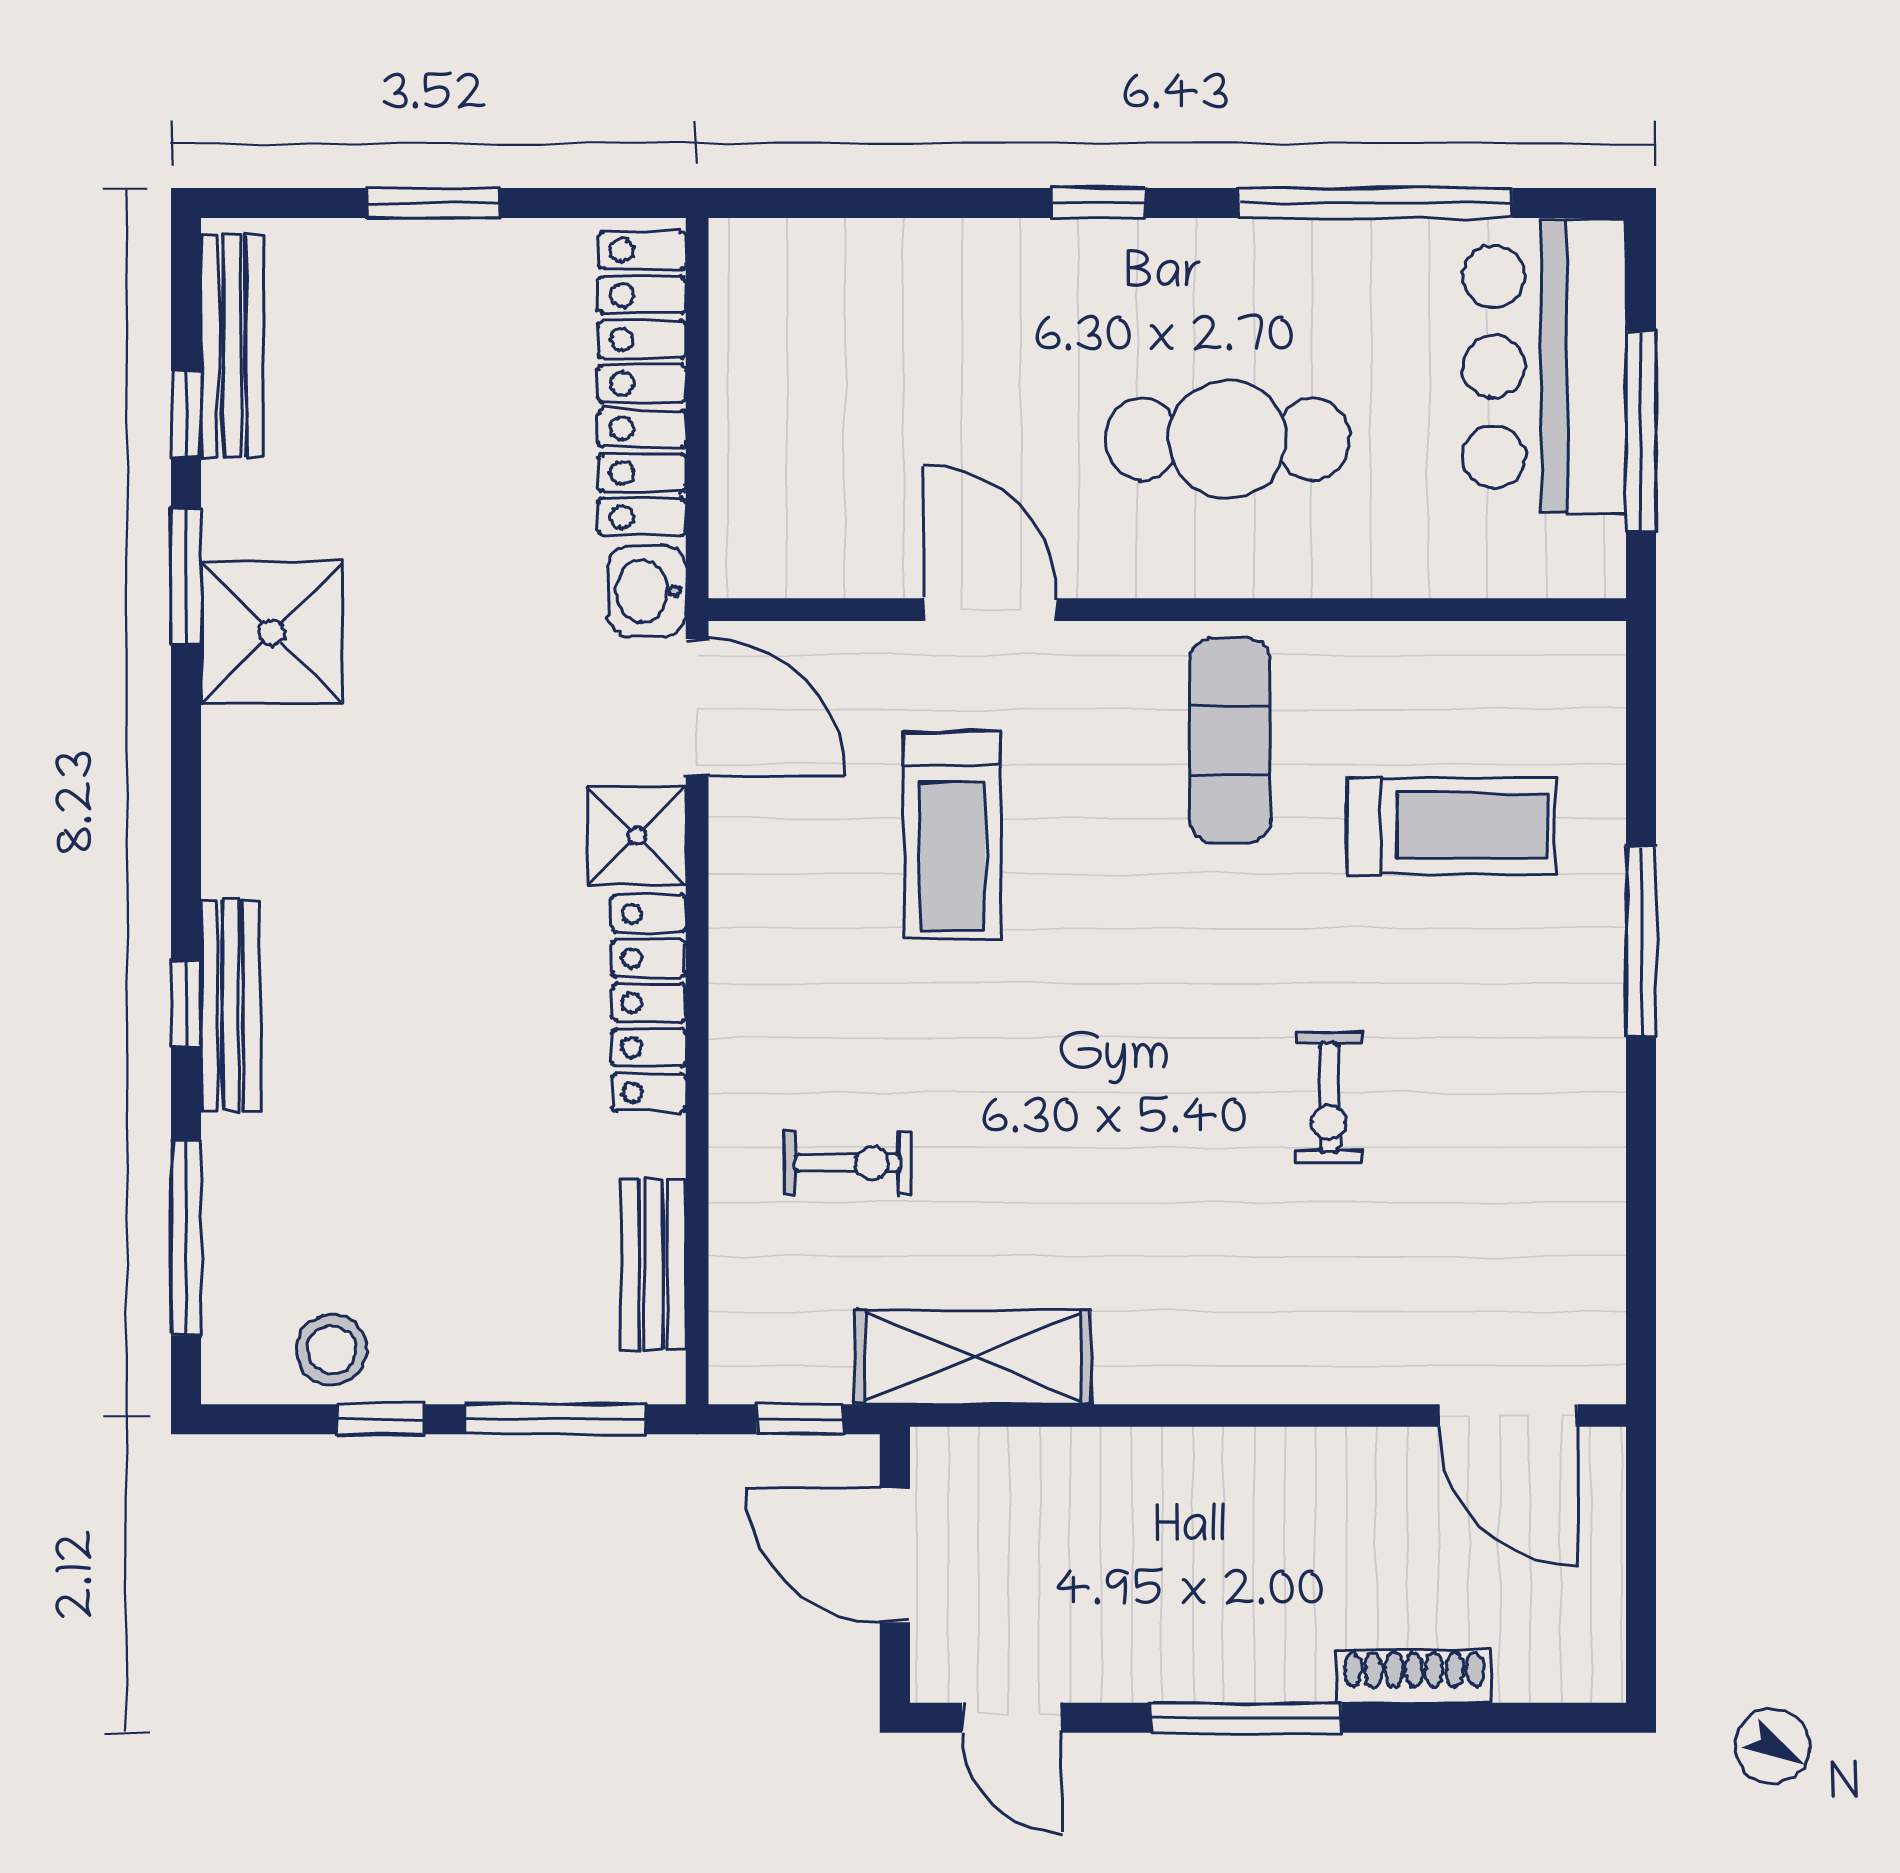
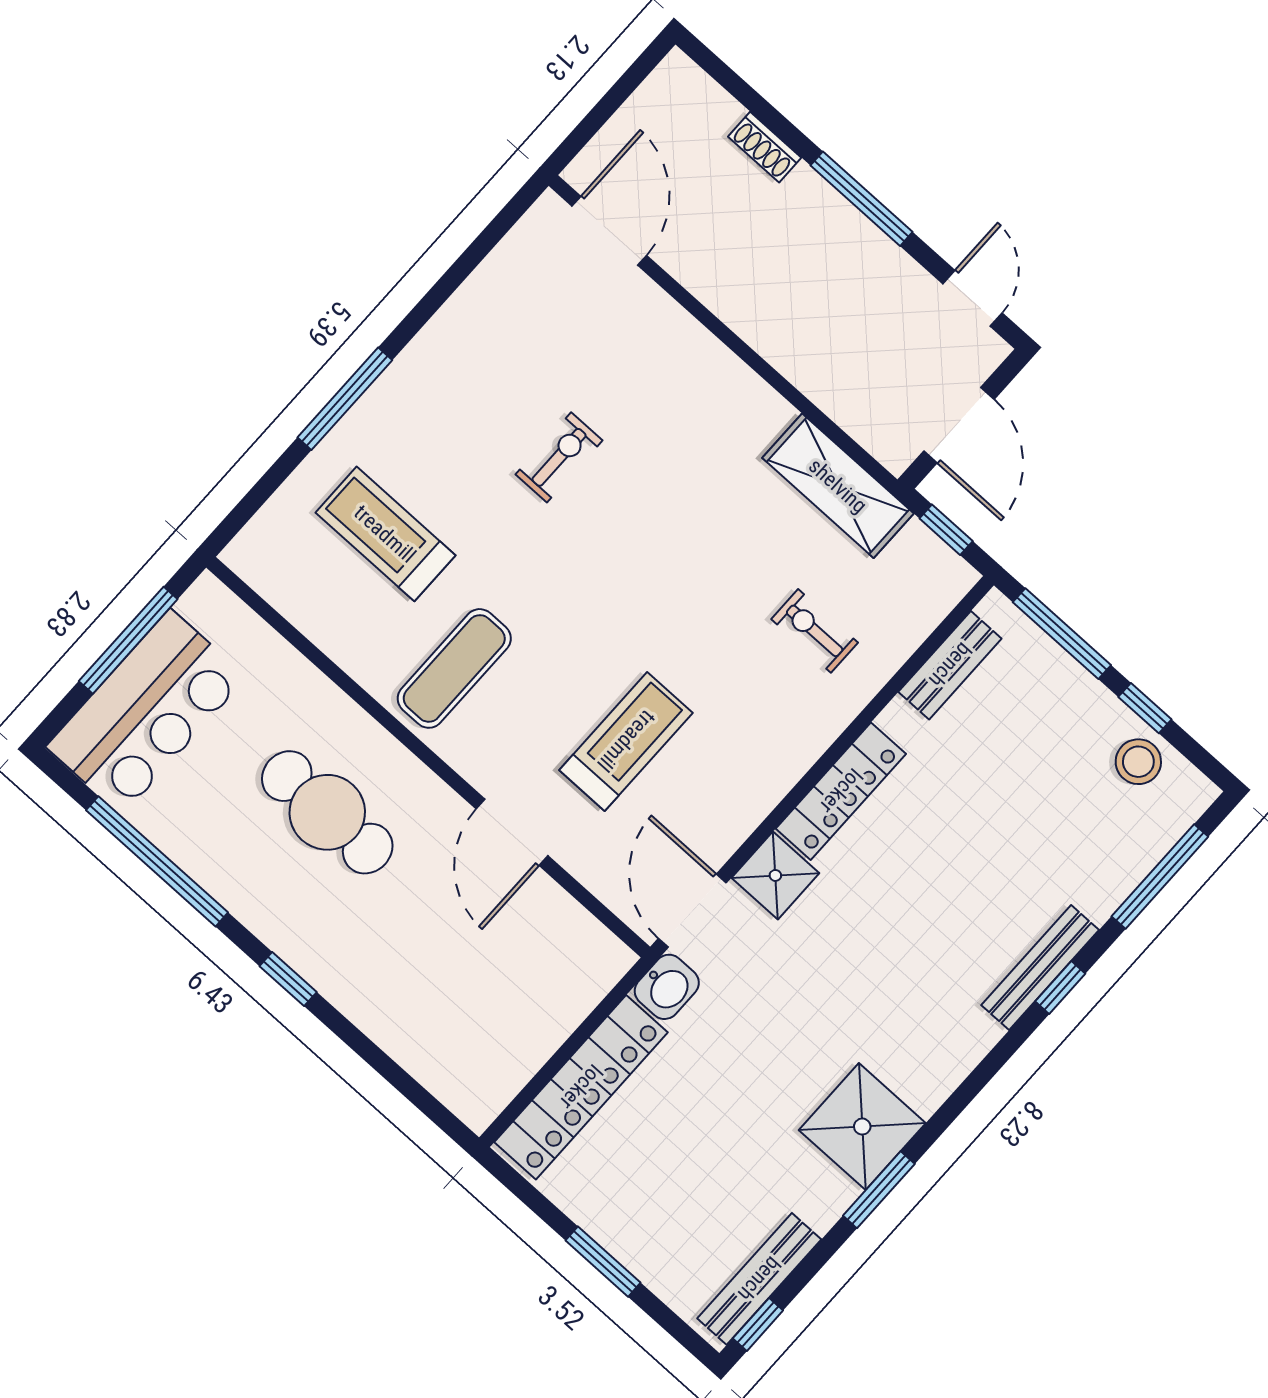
window: (186, 414) -> (758, 1324), moved
shoe rack: (1414, 1676) -> (765, 147), width x0.70

